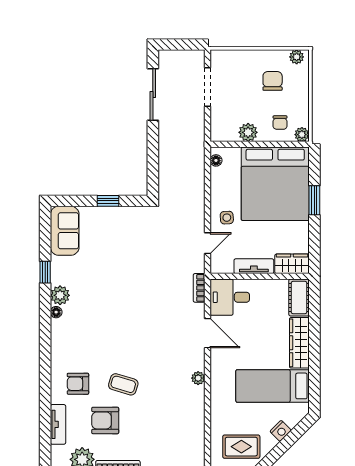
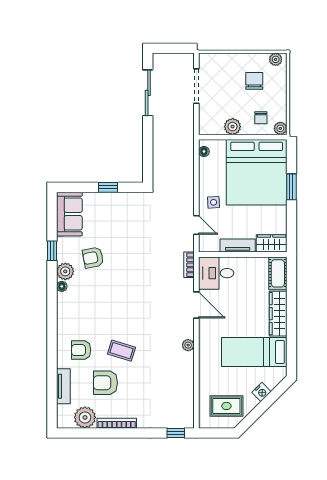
door: (208, 243) -> (196, 225), hinge flipped
armchair: (91, 280) -> (93, 258), added

